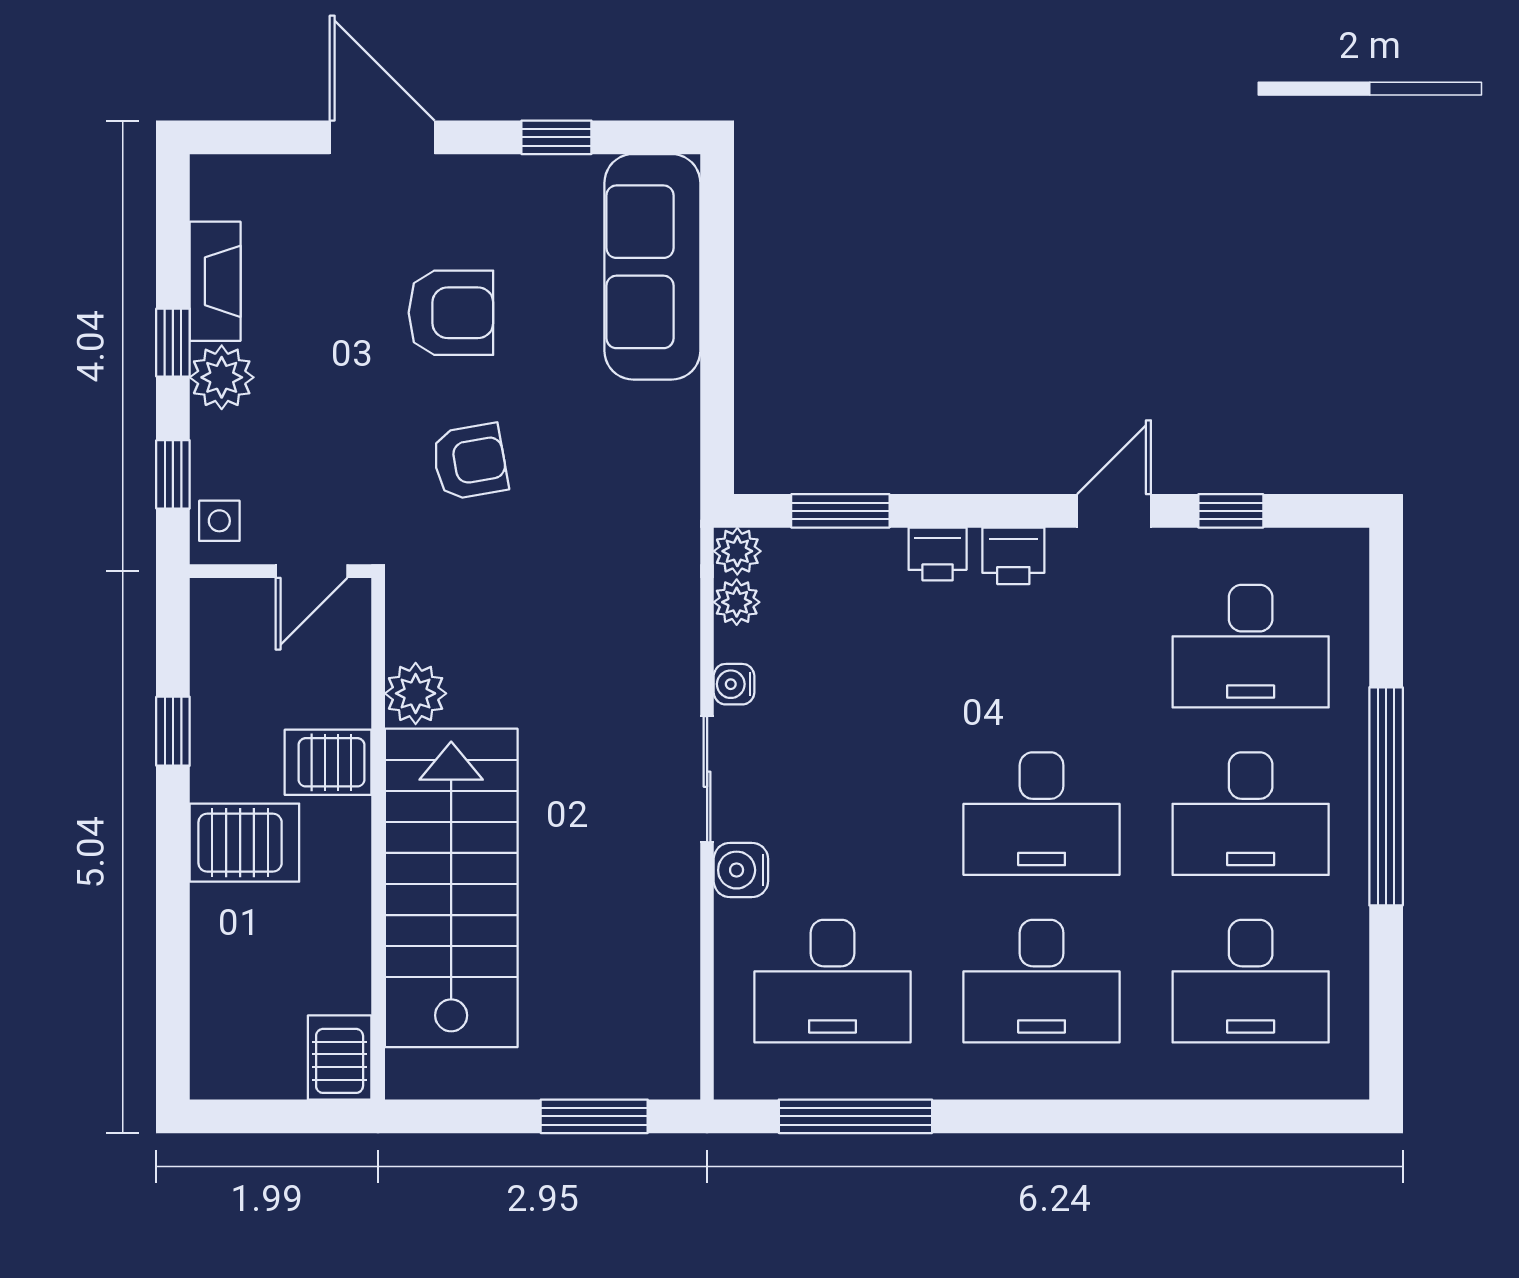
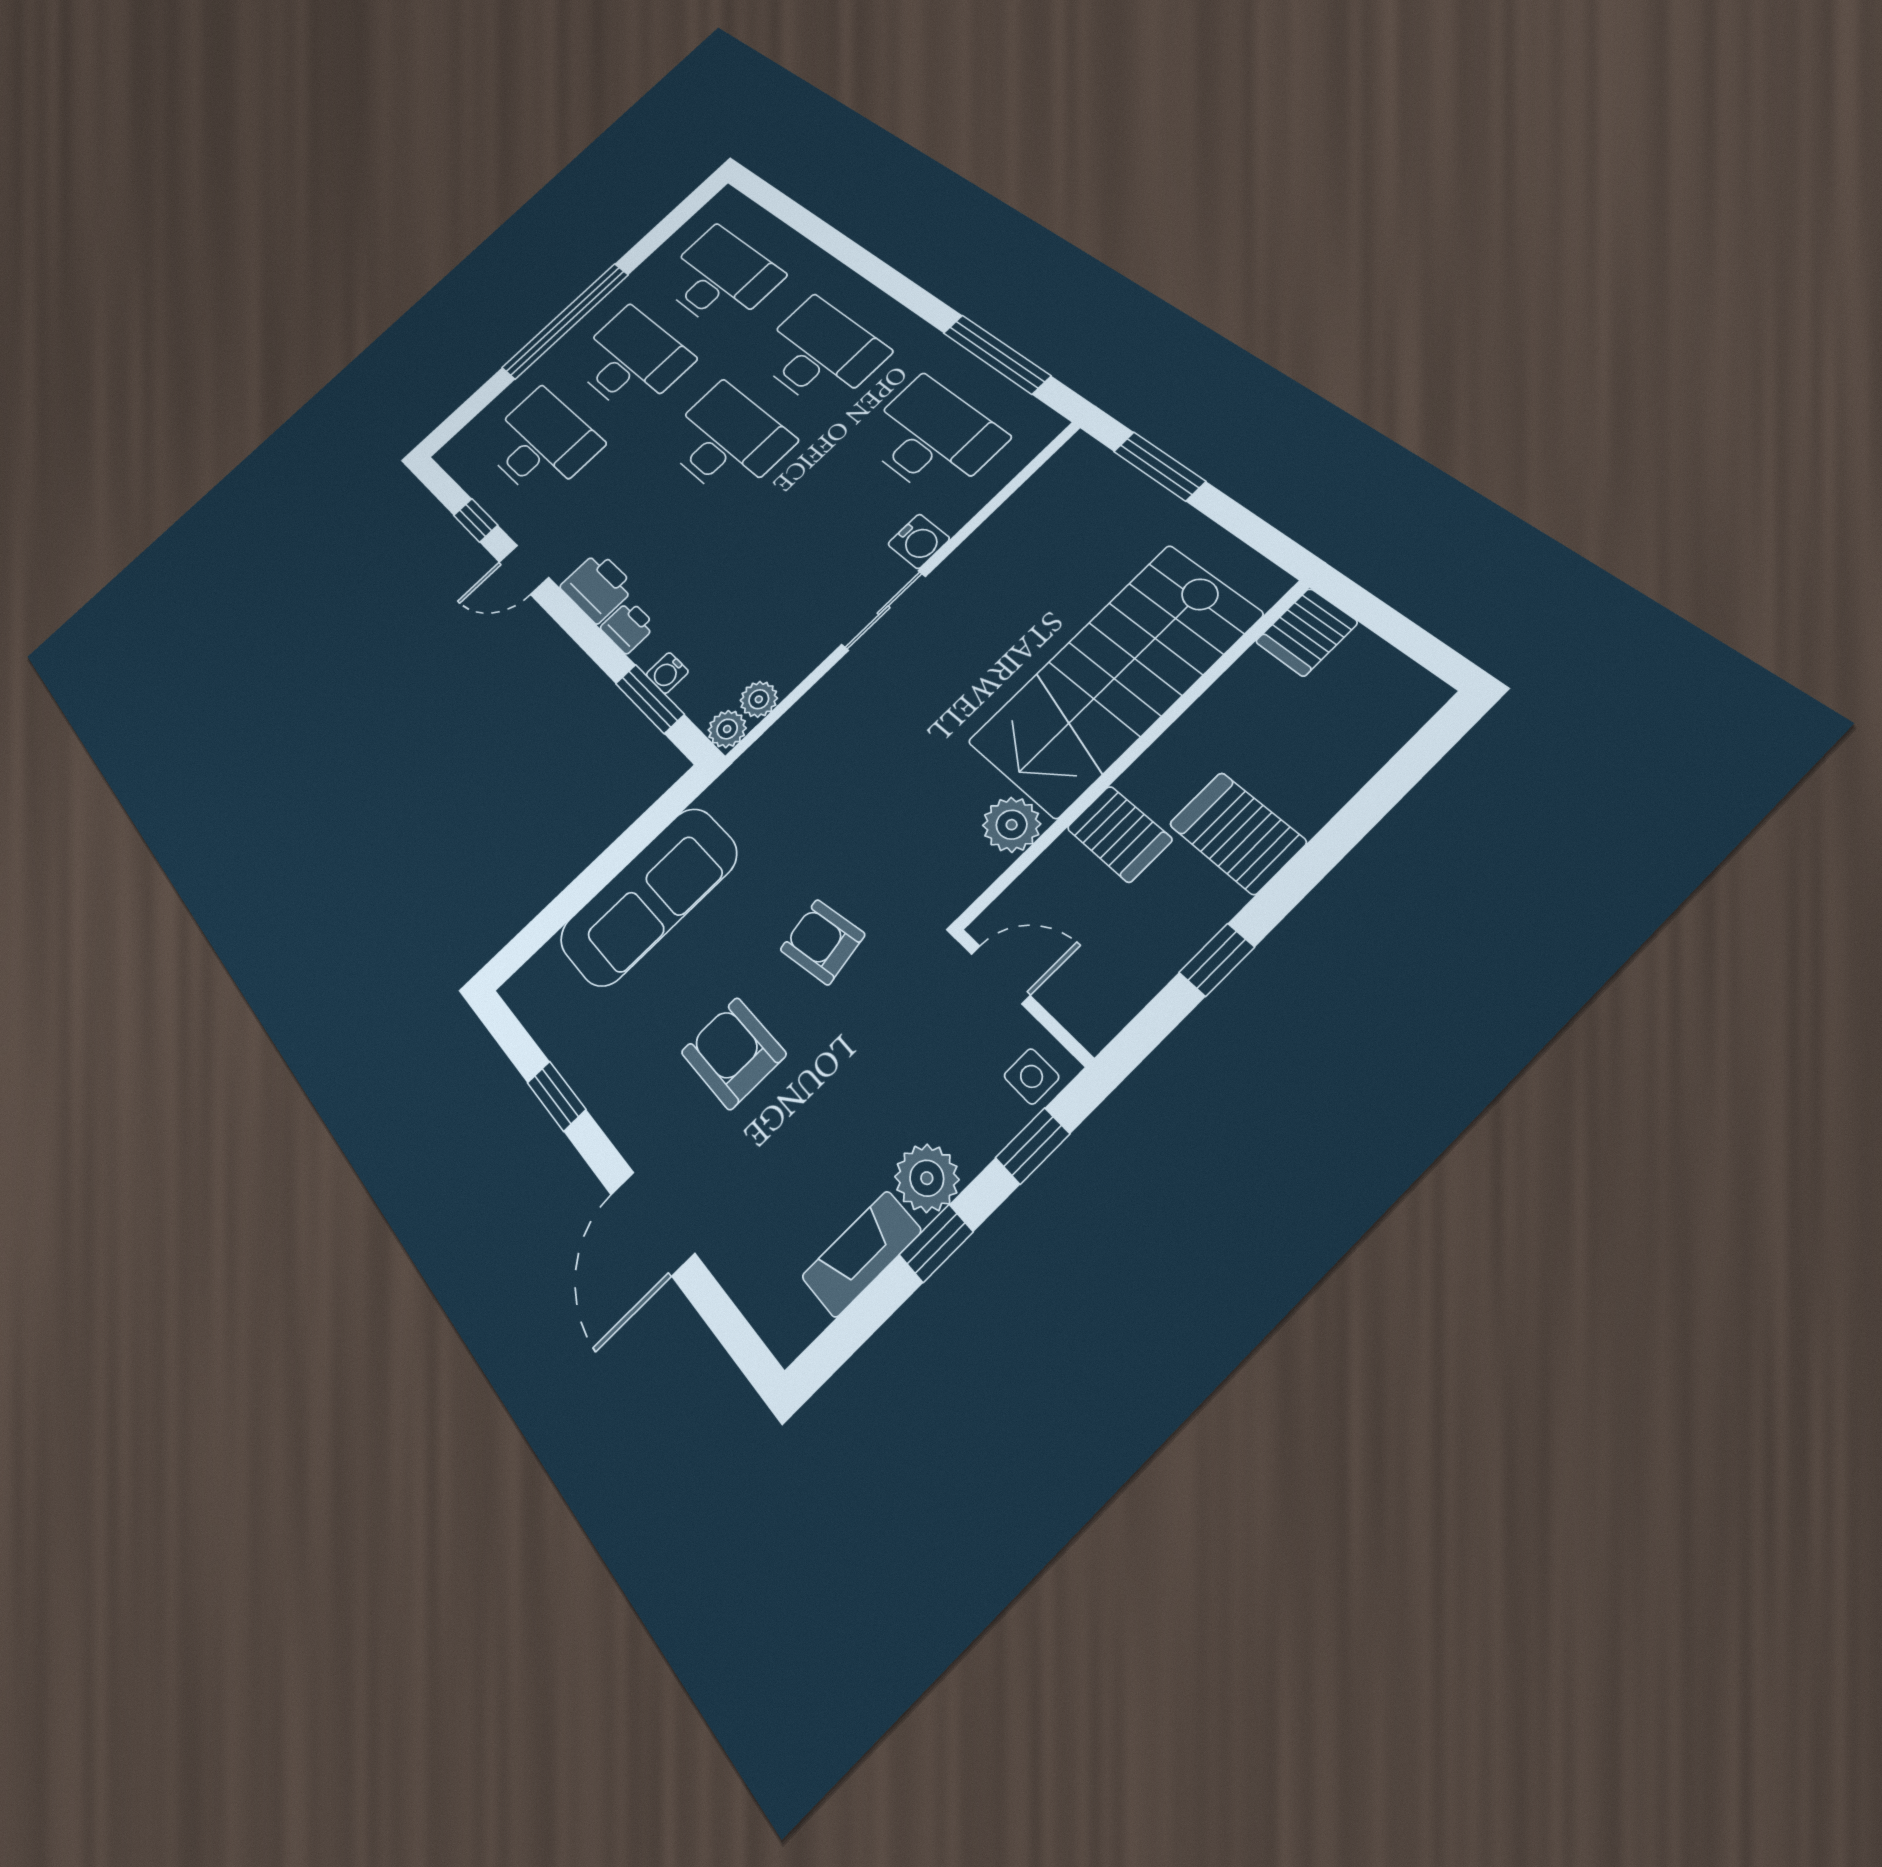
sofa: (652, 267) -> (648, 896), moved
printer: (1013, 556) -> (598, 587), width x1.36, depth x1.24
water cooler: (734, 684) -> (667, 673), moved, turned 90

